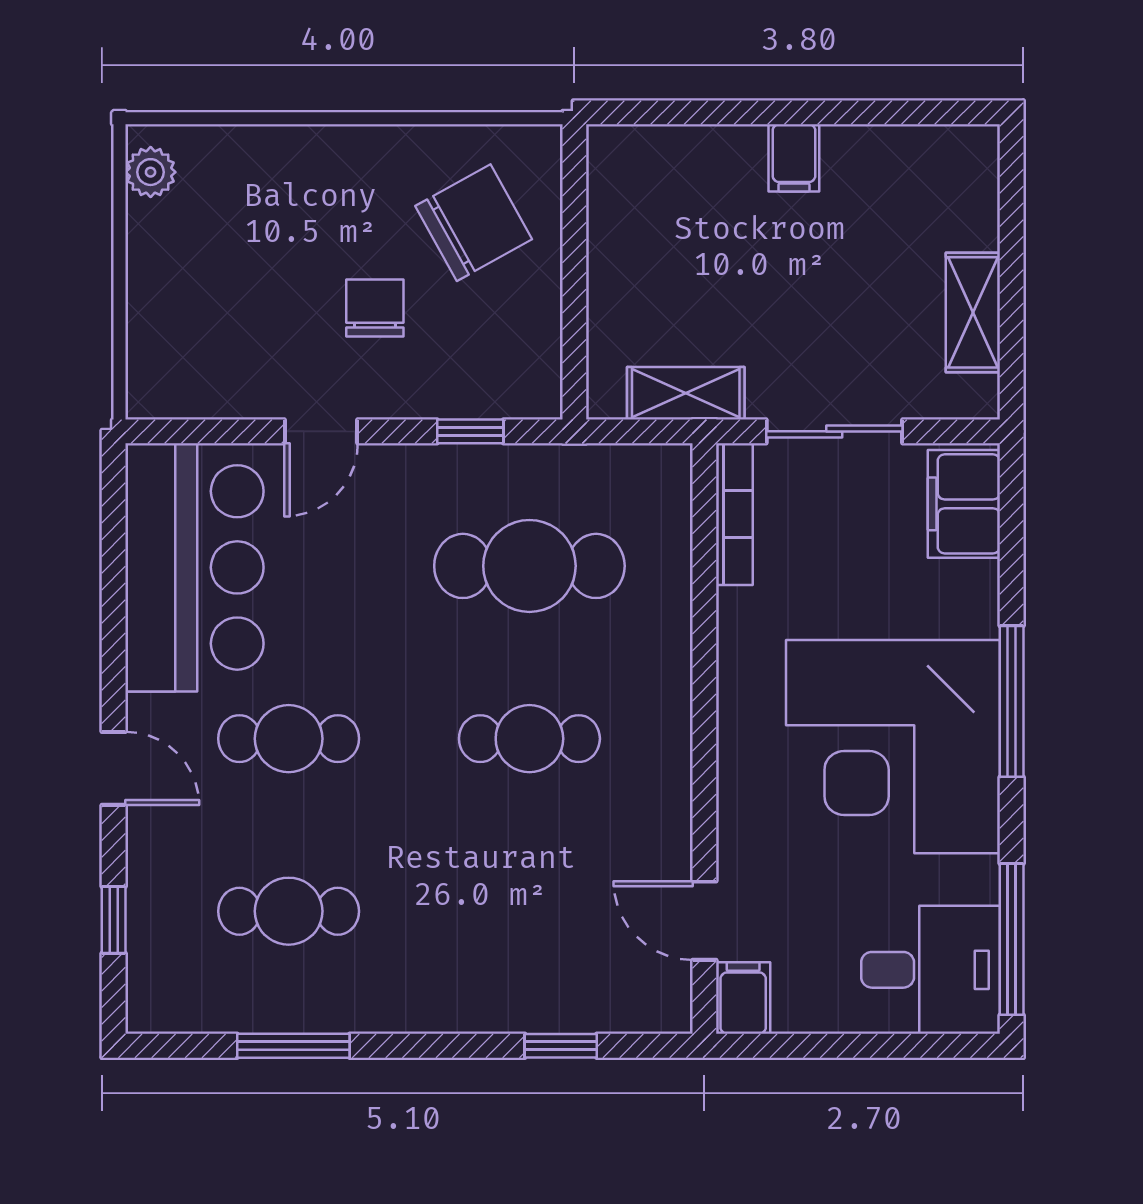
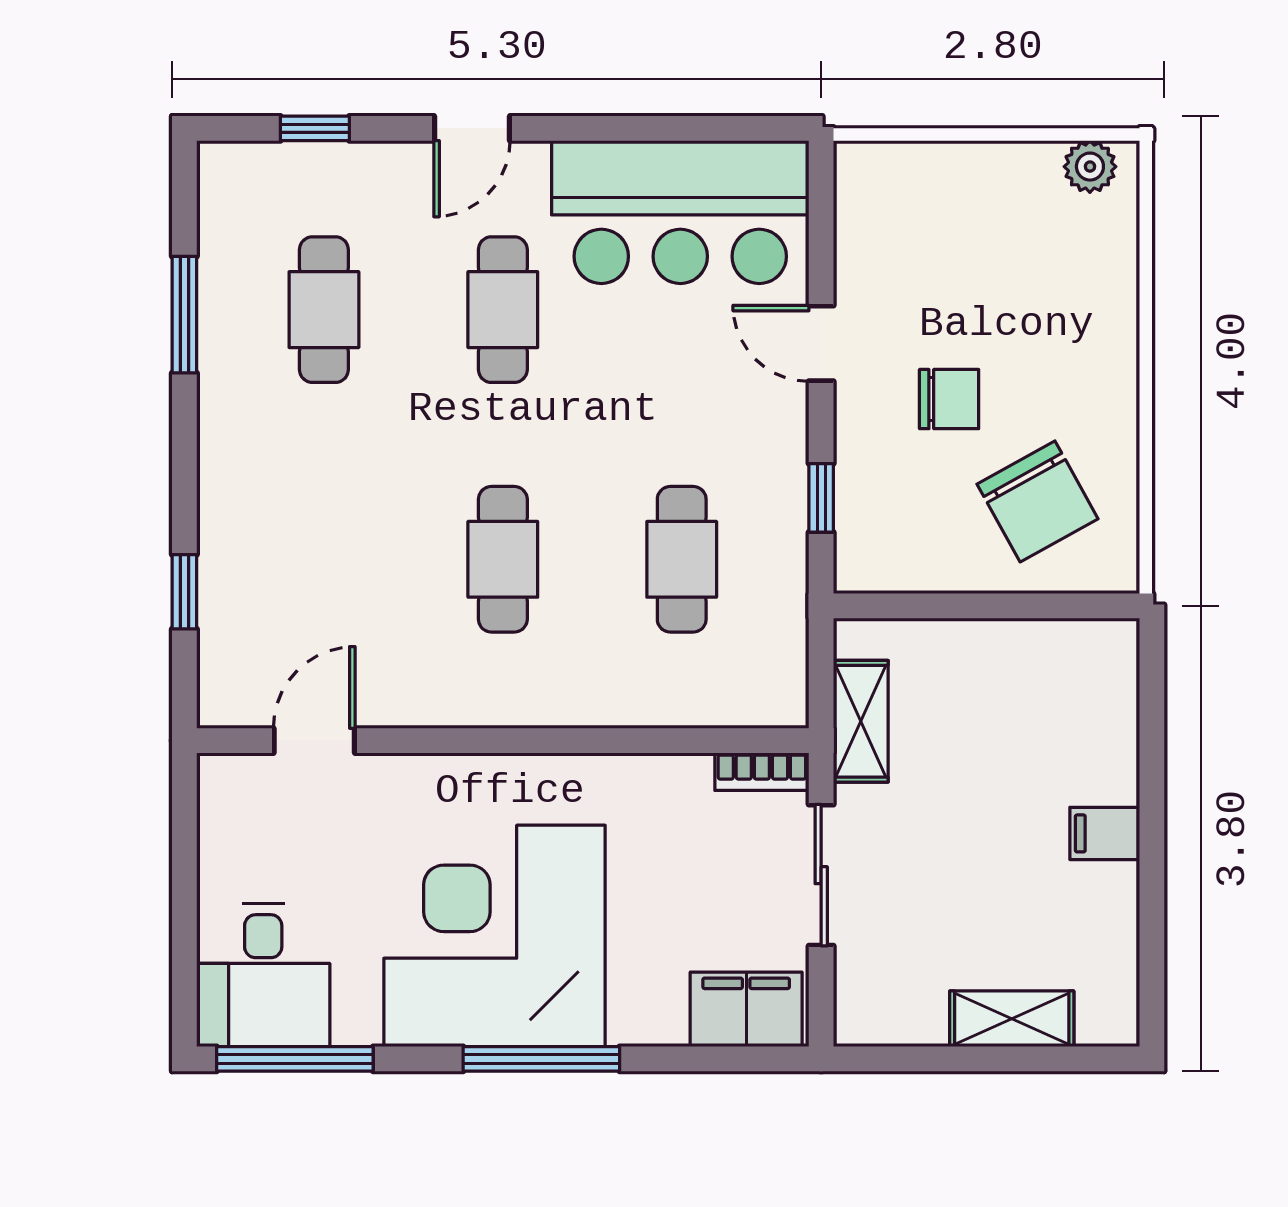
shelving: (973, 312) -> (1012, 1019), moved
bookcase: (734, 514) -> (762, 772), width x0.64
cafe table: (529, 566) -> (682, 559), width x0.73, depth x0.74
filing cabinet: (743, 998) -> (234, 781), removed

